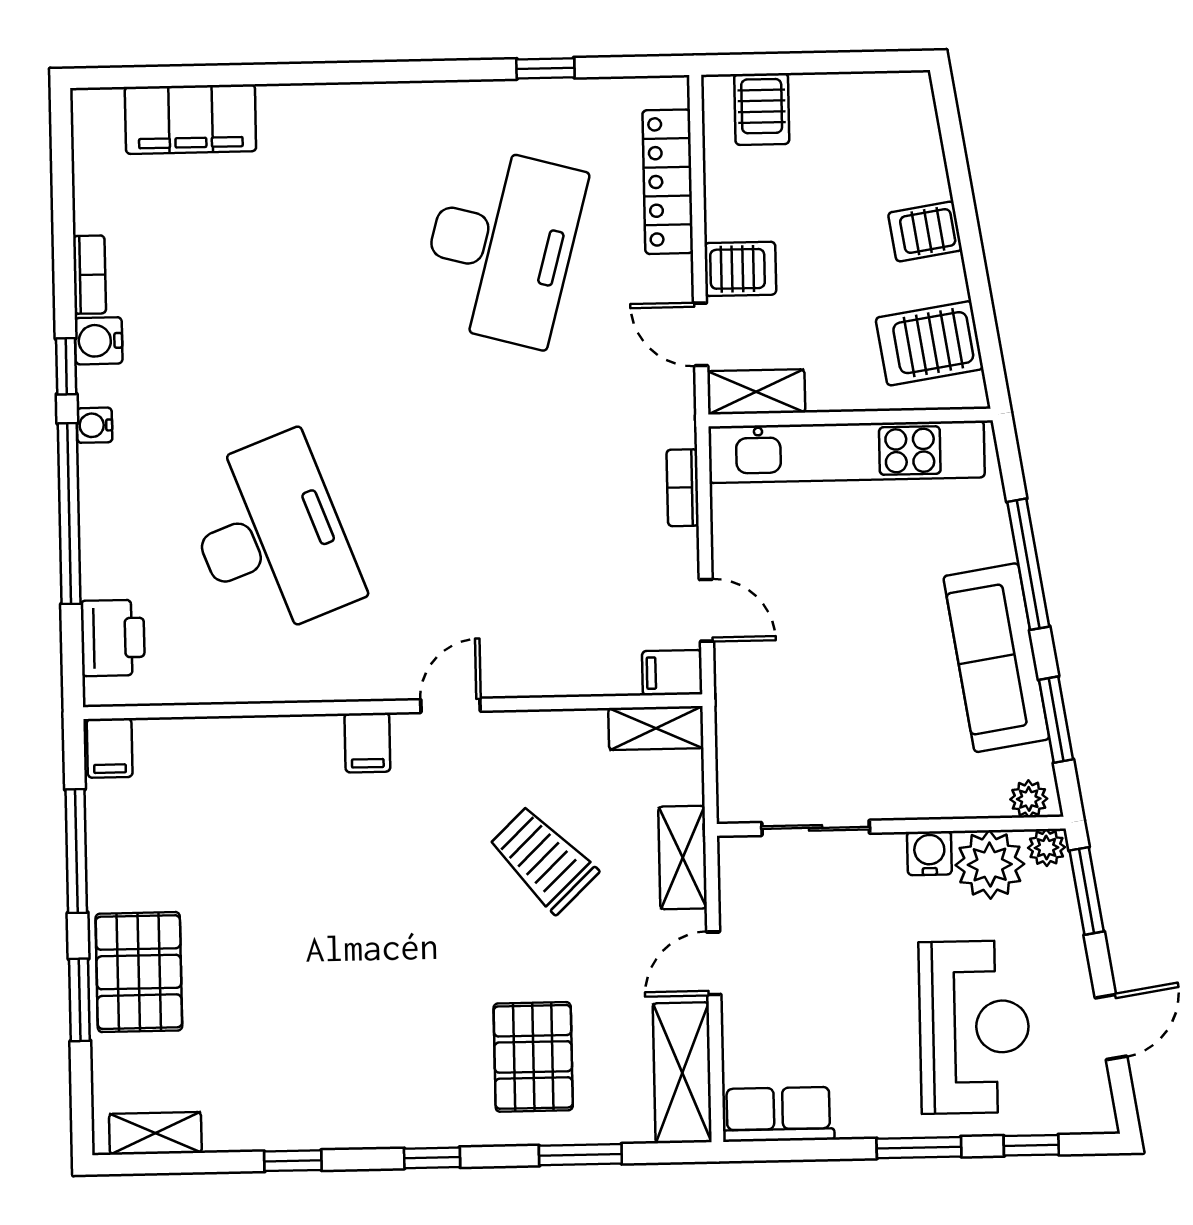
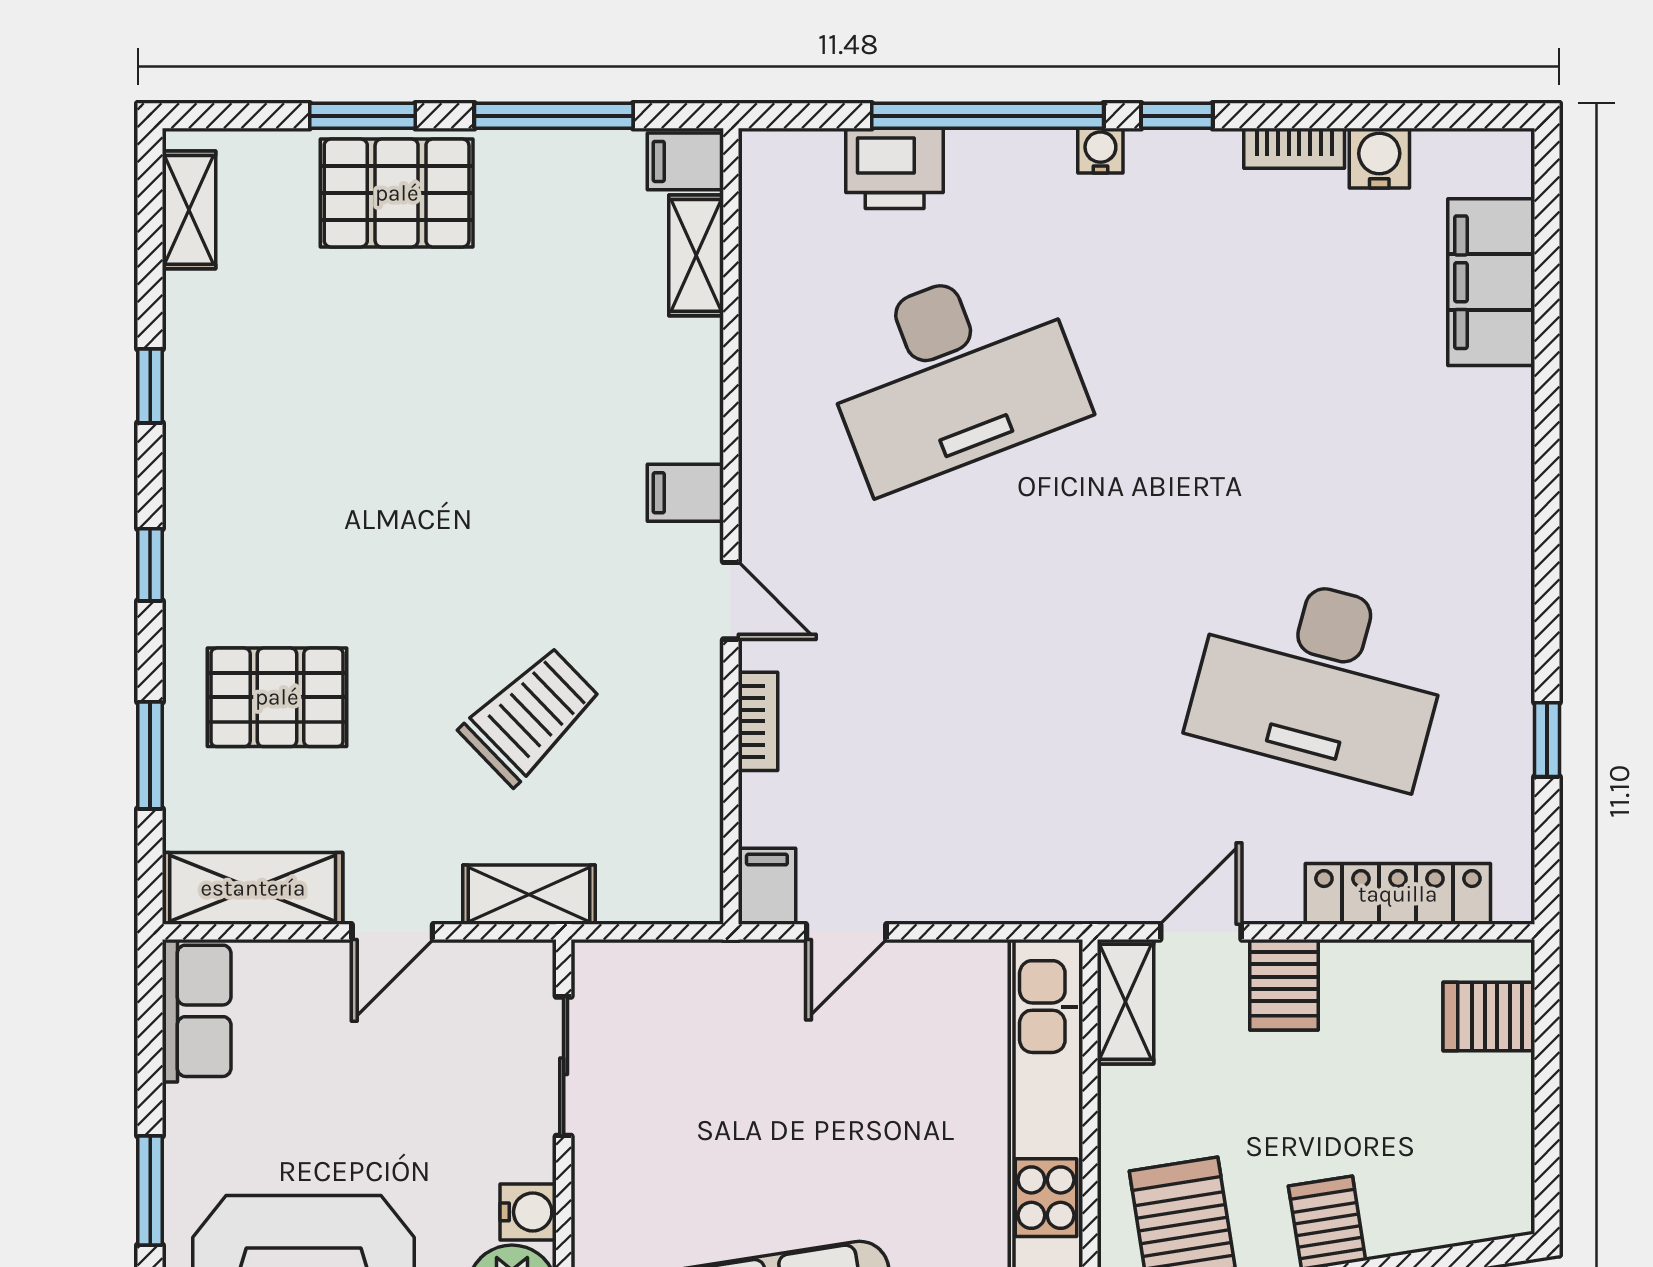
water cooler: (99, 341) -> (1379, 158), moved
bookcase: (683, 488) -> (758, 721), moved, turned 90
printer: (113, 638) -> (895, 168), moved
shelving: (656, 728) -> (696, 255), moved
door: (714, 963) -> (392, 932), swing flipped

